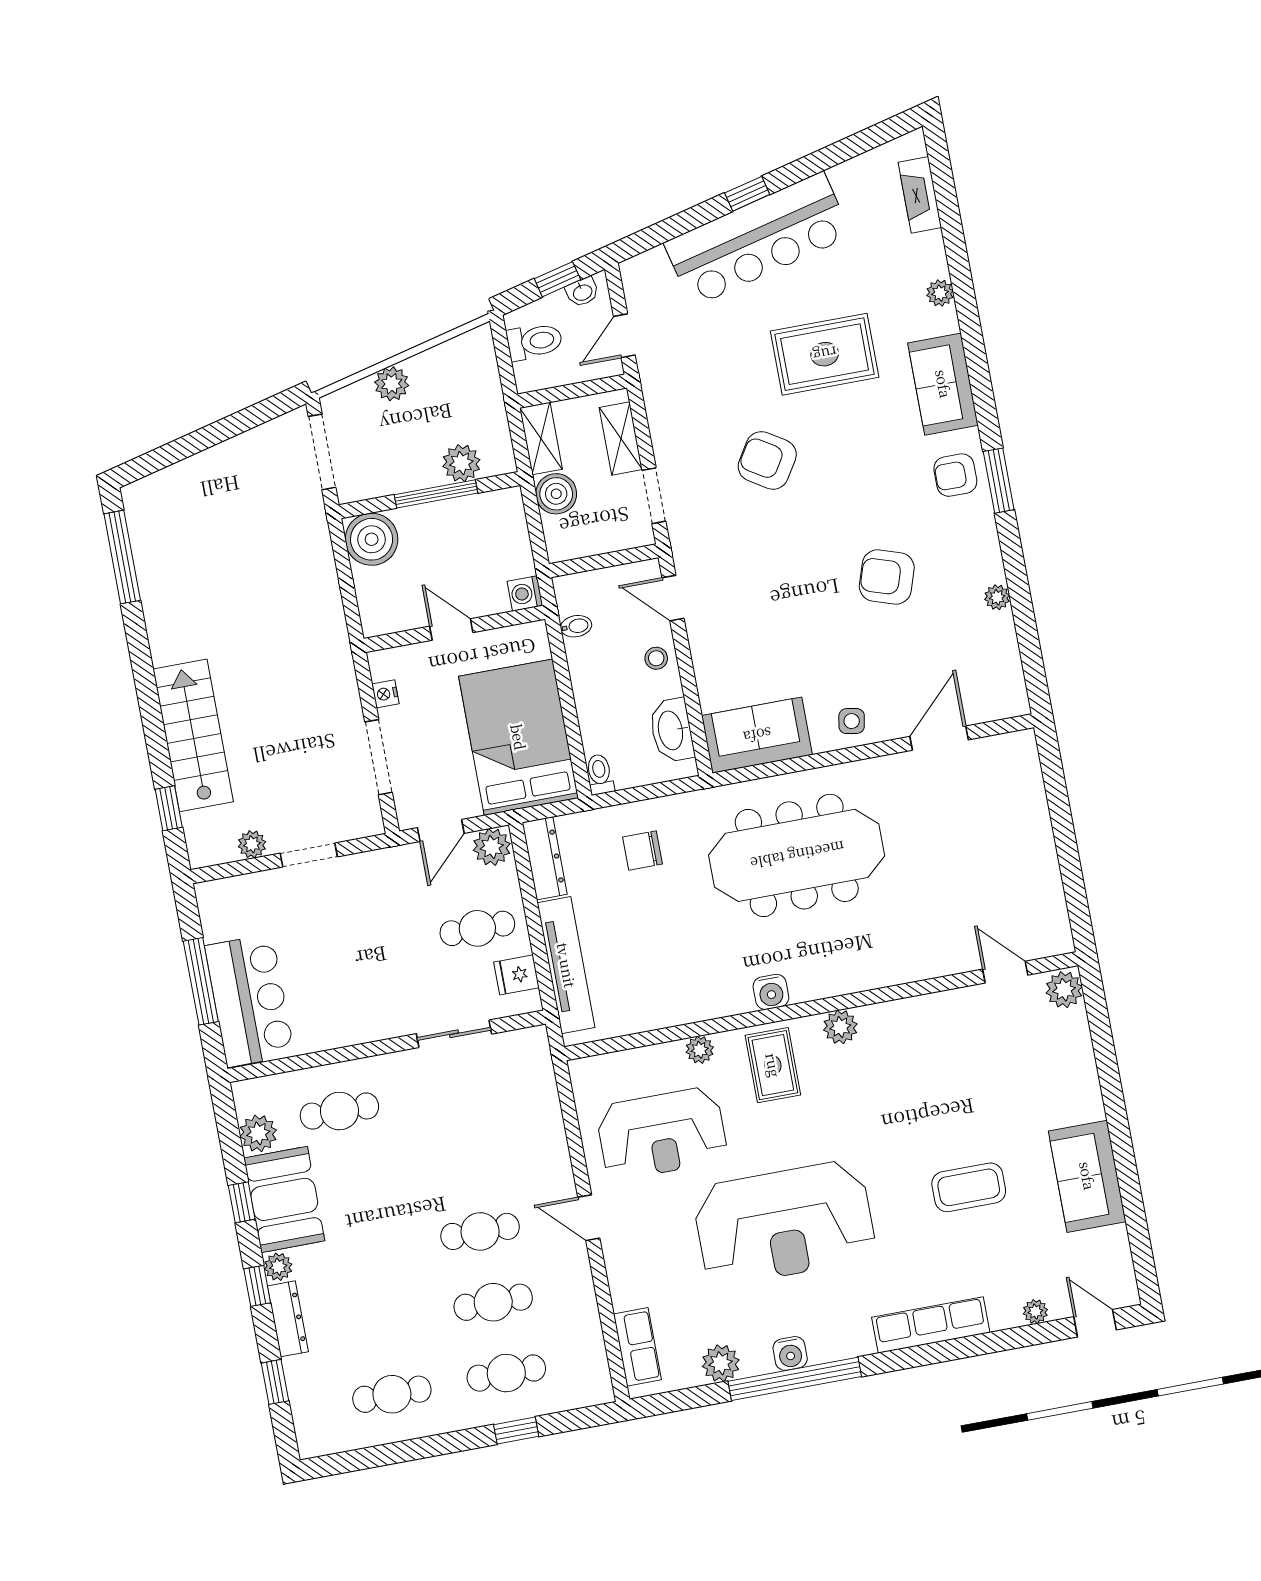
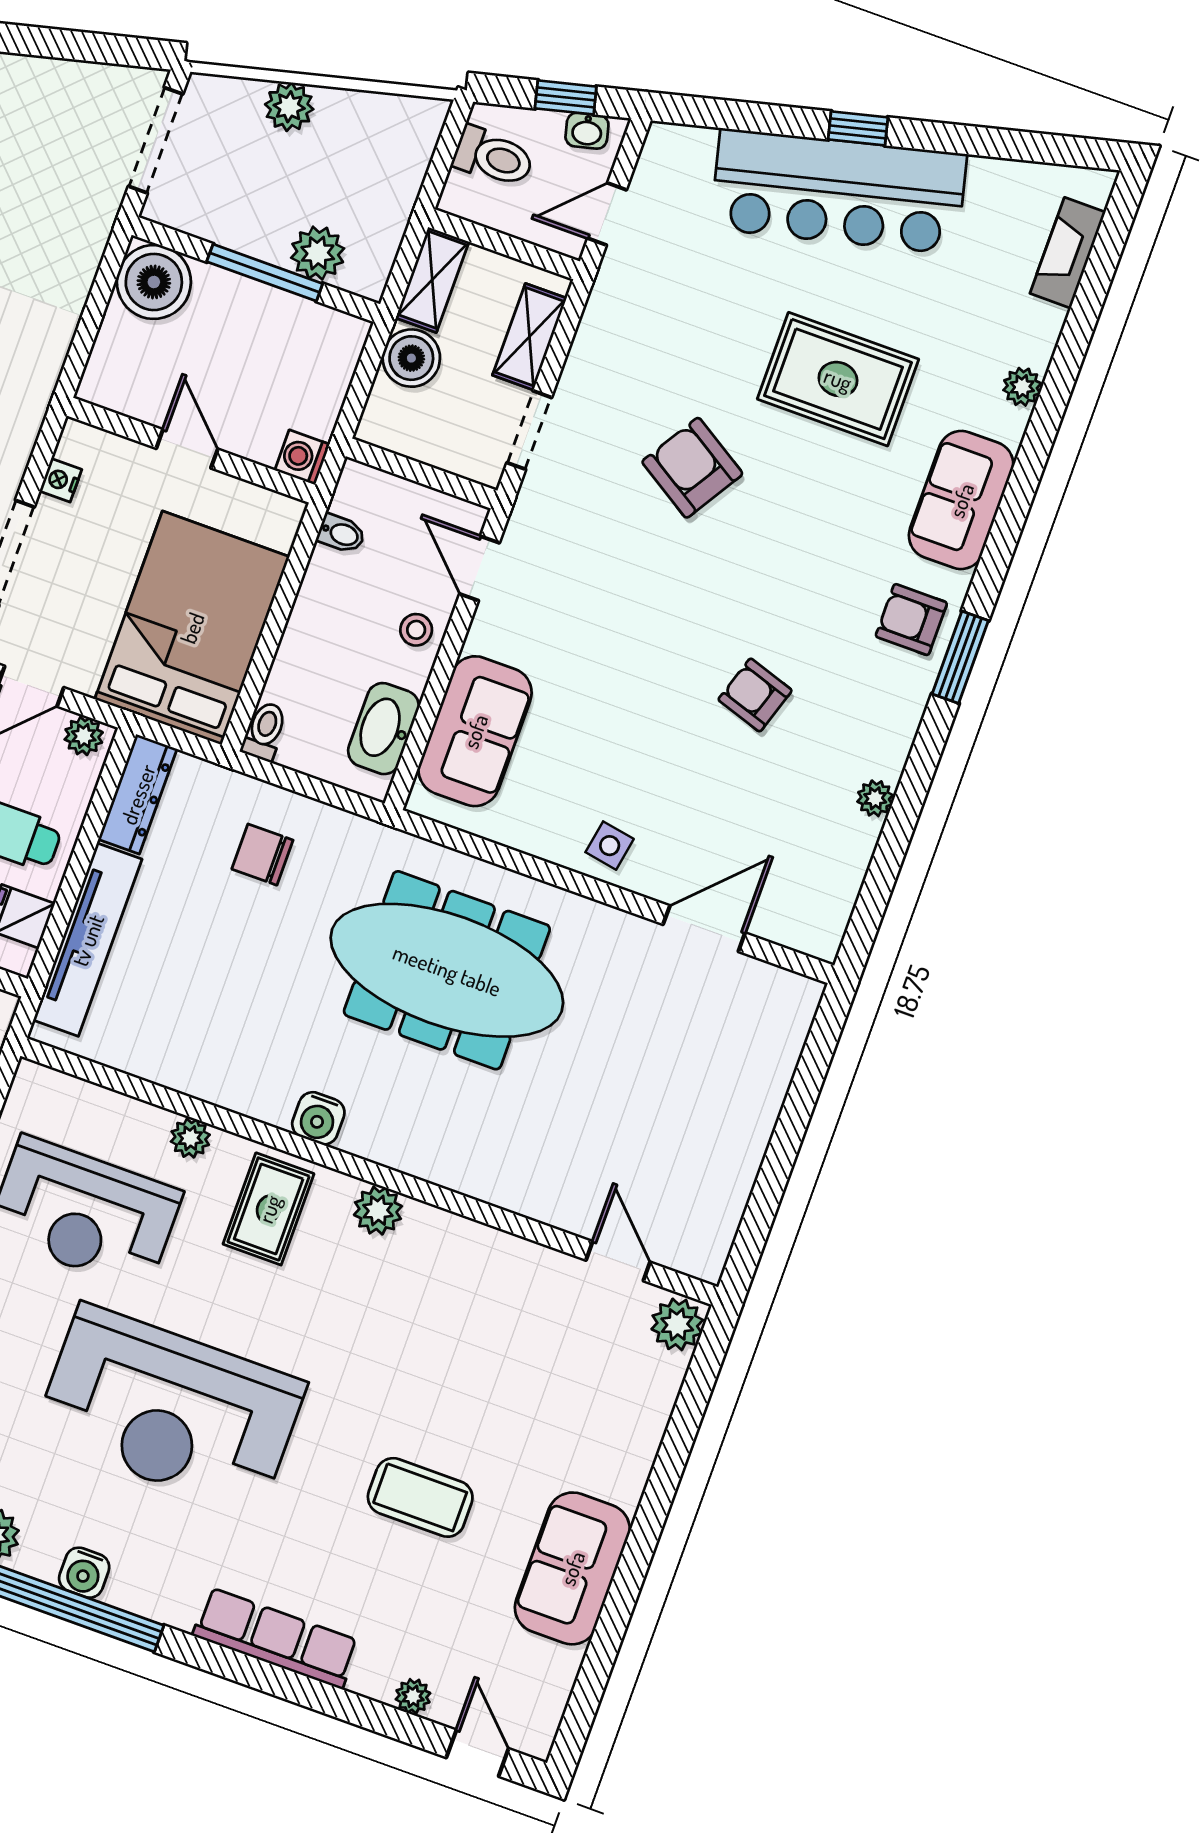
armchair: (887, 577) -> (755, 695), width x0.72, depth x0.72
sofa: (757, 735) -> (475, 731), moved, turned 90
plant: (492, 847) -> (84, 736), width x0.73, depth x0.73

